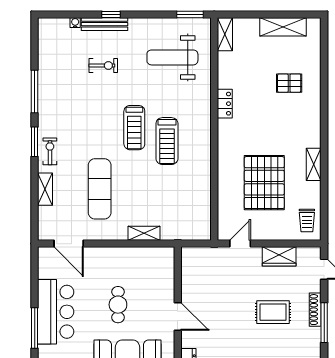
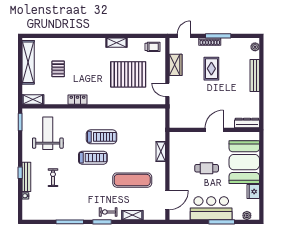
shelving: (283, 27) -> (28, 62), width x1.47
weight bench: (172, 57) -> (48, 133), turned 180
pallet: (289, 83) -> (58, 69), moved

